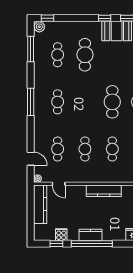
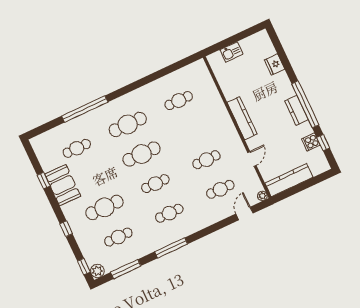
window: (105, 18) -> (66, 229), moved
window: (31, 102) -> (171, 248), moved
cafe table: (112, 149) -> (155, 184), moved
door: (59, 184) -> (252, 159), moved

